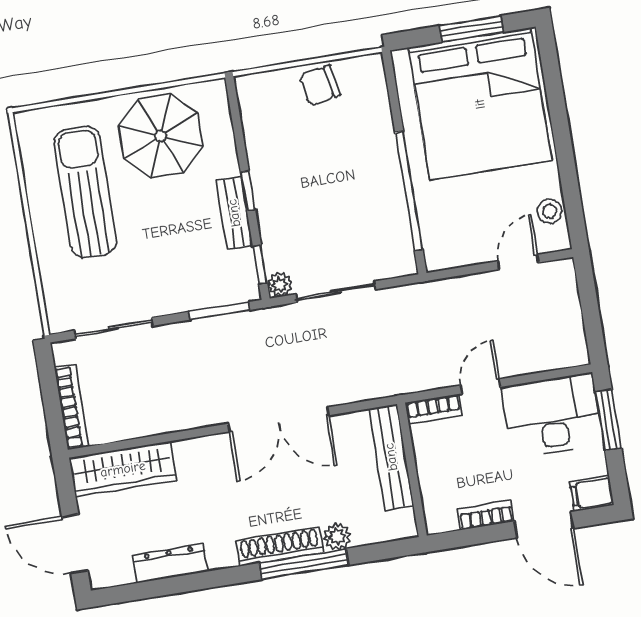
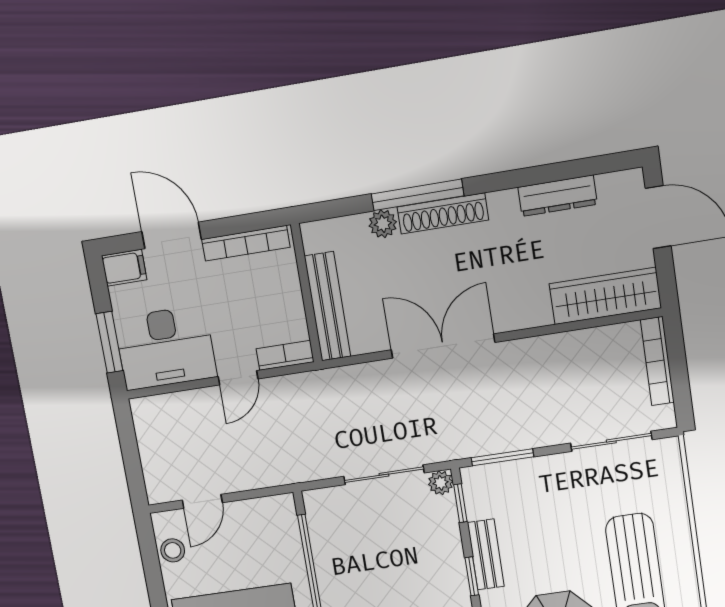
bookcase: (486, 515) -> (246, 243), width x1.56

